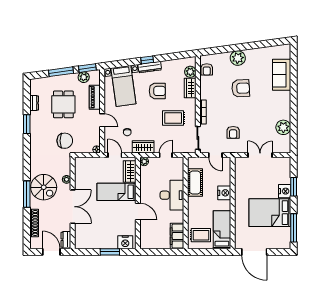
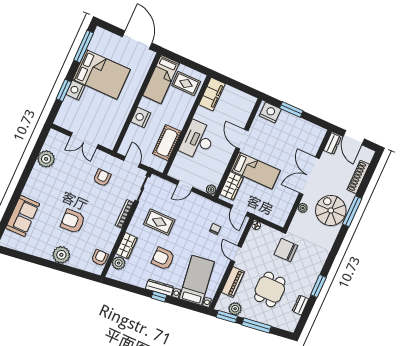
wardrobe: (143, 147) -> (205, 206), removed

